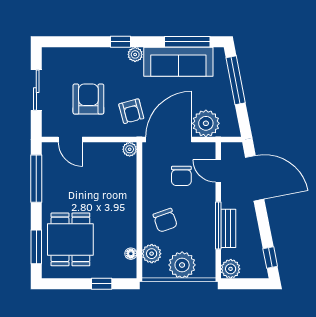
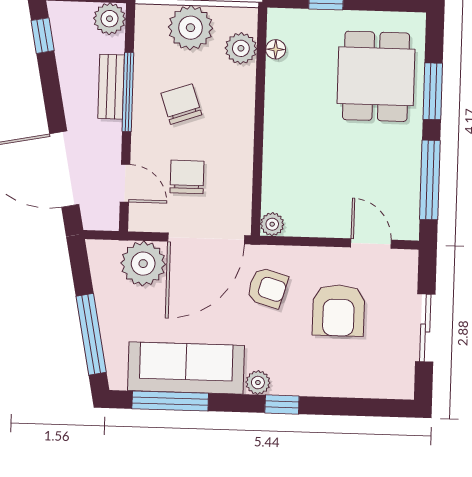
armchair: (131, 111) -> (267, 288), turned 121
chair: (165, 220) -> (181, 104), moved
window: (36, 247) -> (433, 91), moved

